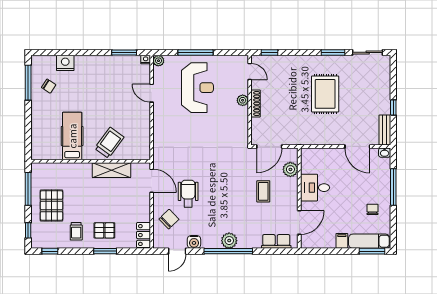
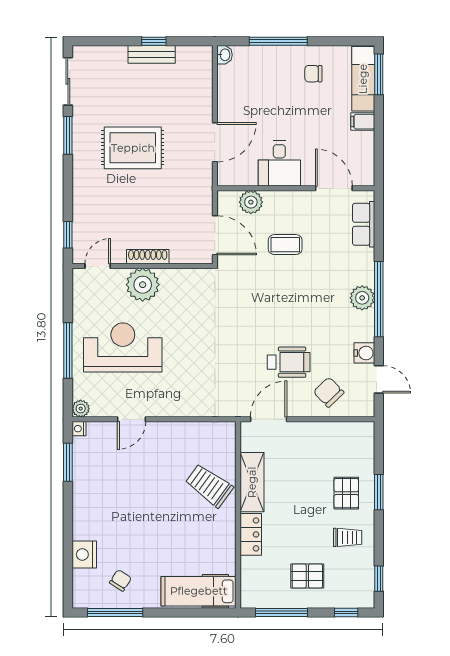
plant: (243, 100) -> (143, 285), width x1.87, depth x1.87
bench: (385, 130) -> (152, 54), moved
hospital bed: (72, 136) -> (199, 591), moved
door: (357, 146) -> (215, 142), moved
wheelchair: (188, 194) -> (289, 362), turned 180
pallet: (51, 205) -> (307, 576), width x0.67, depth x0.71
locker: (144, 235) -> (251, 534), moved, turned -90

